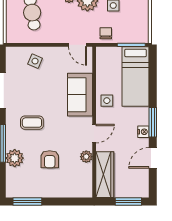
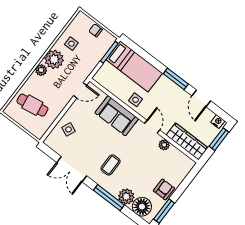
chair: (106, 33) -> (96, 30), moved
nightstand: (143, 132) -> (218, 122), moved
armchair: (50, 159) -> (164, 189), moved, turned -90
floor lamp: (16, 179) -> (142, 207), added

